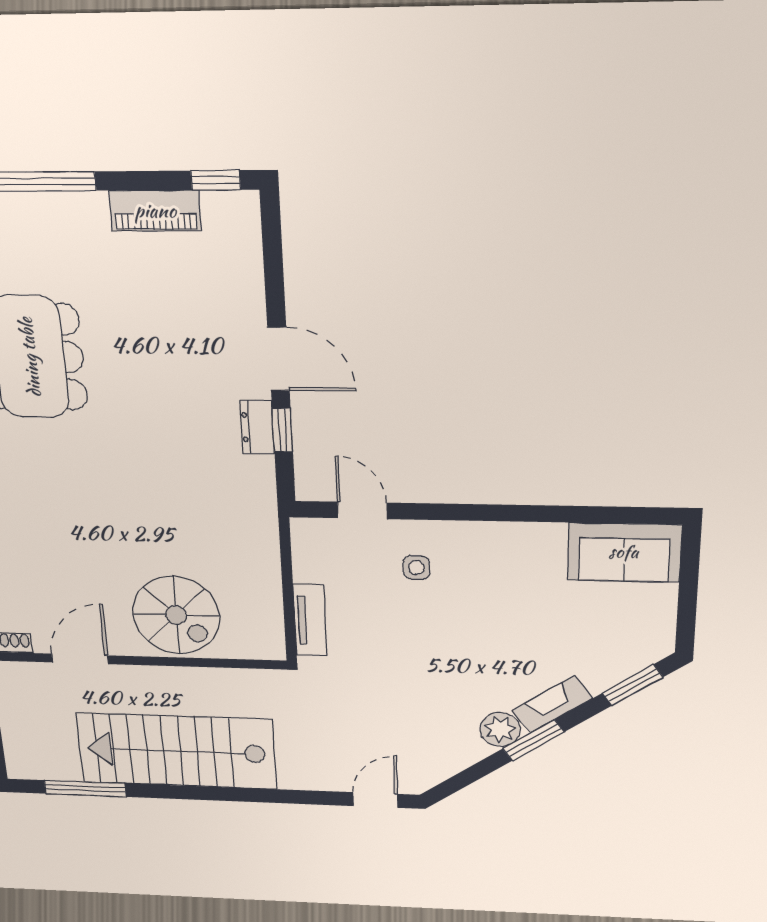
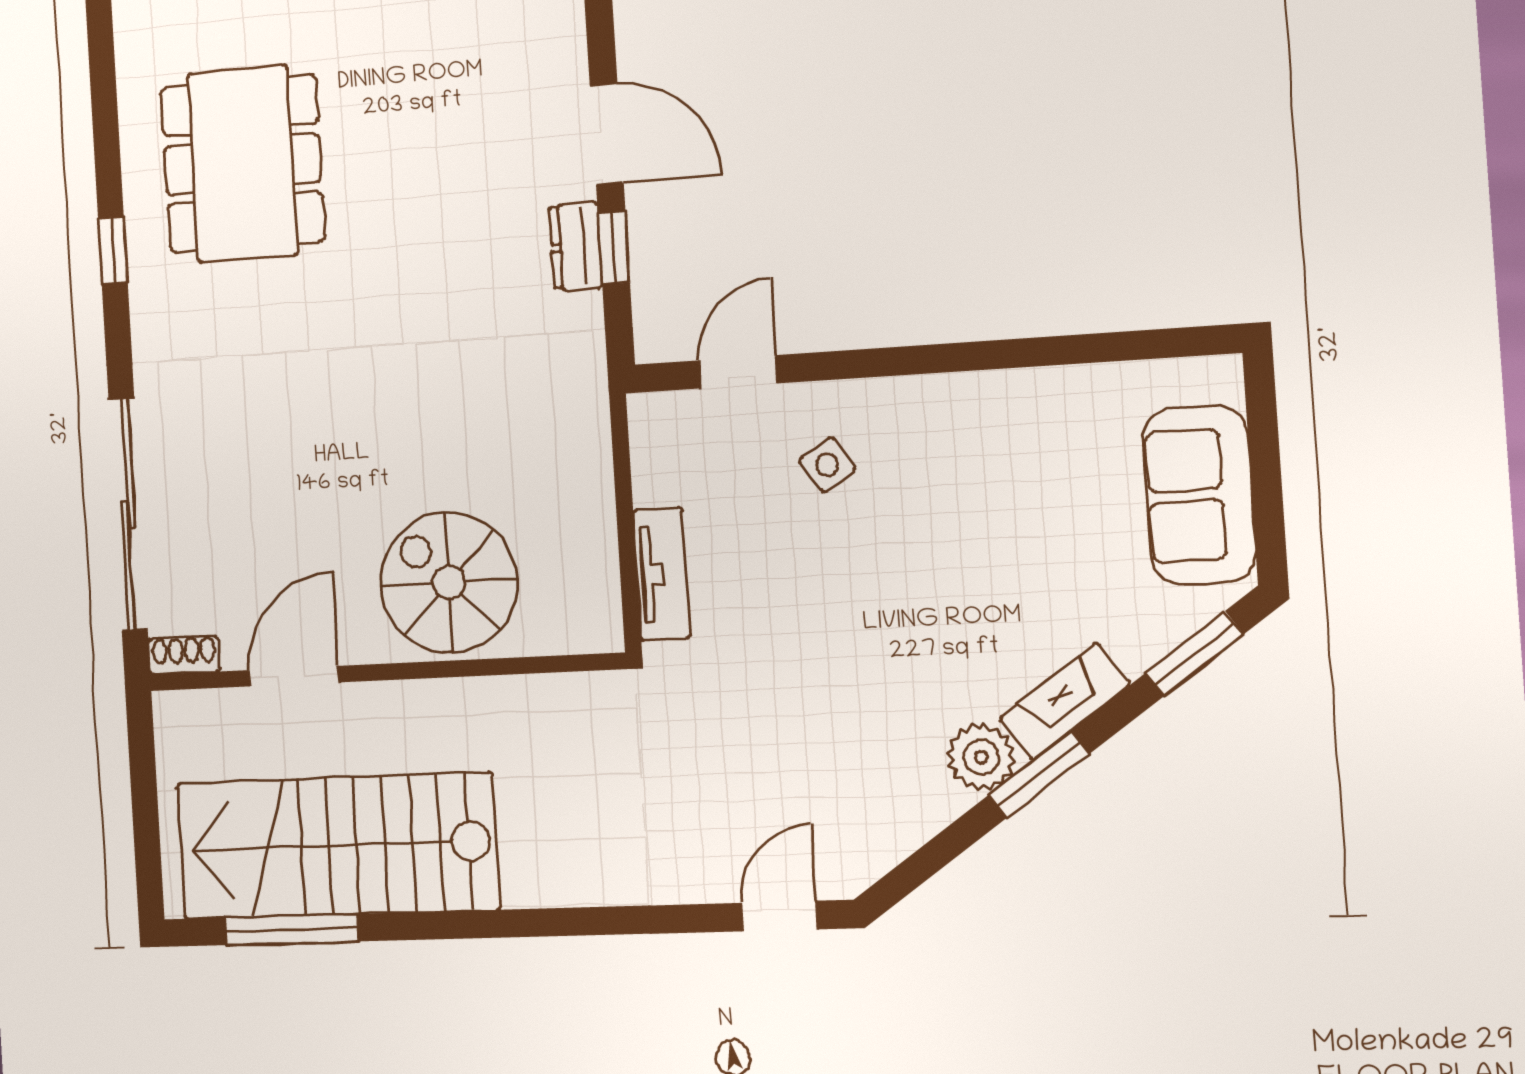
door: (362, 510) -> (738, 372), hinge flipped
sofa: (624, 552) -> (1199, 495), moved, turned 90
side table: (416, 568) -> (827, 465), turned -33
spiral stairs: (176, 615) -> (449, 582), turned 180
stairs: (176, 751) -> (337, 846), moved

